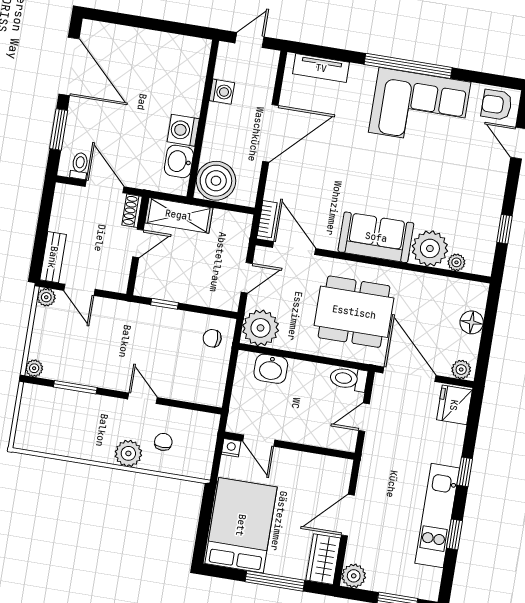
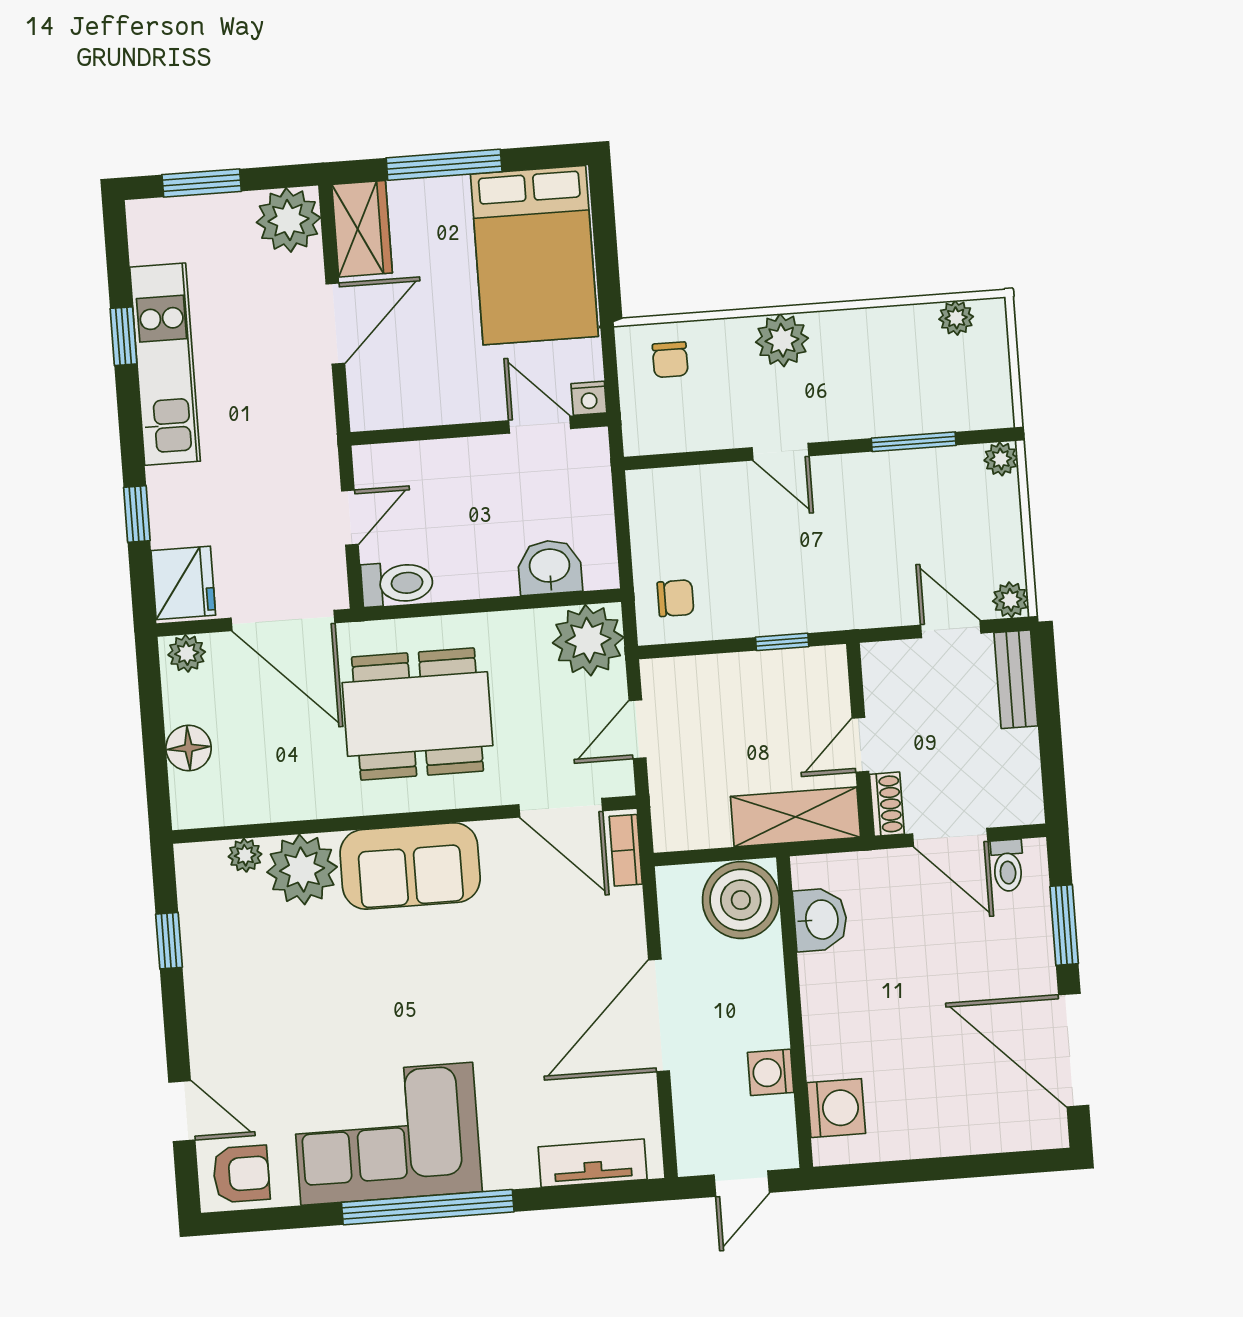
washing machine: (183, 130) -> (836, 1108), moved
chair: (163, 442) -> (670, 360), moved
plant: (39, 444) -> (956, 318), added
window: (465, 472) -> (137, 514), moved
plant: (354, 576) -> (288, 220), width x1.36, depth x1.36

